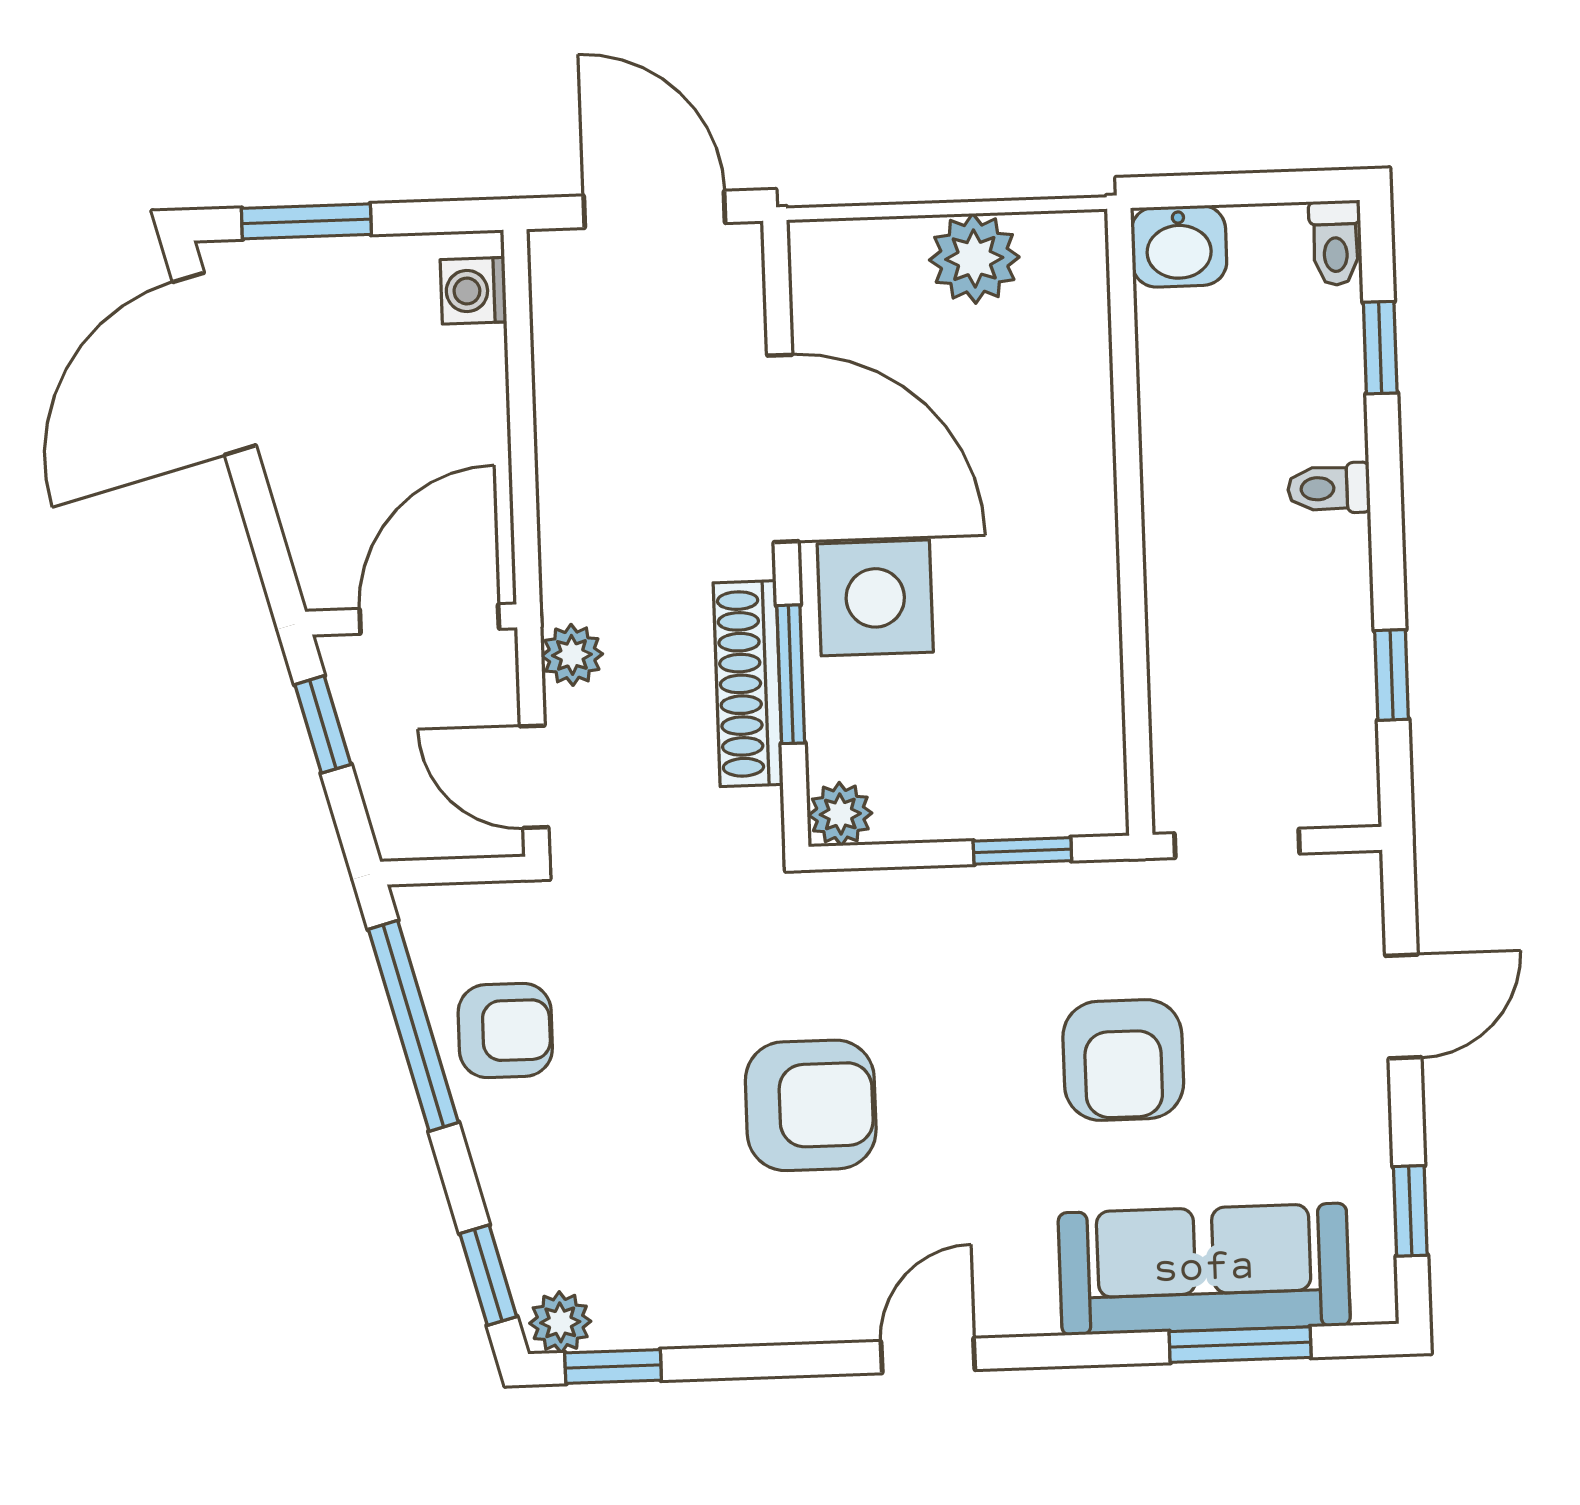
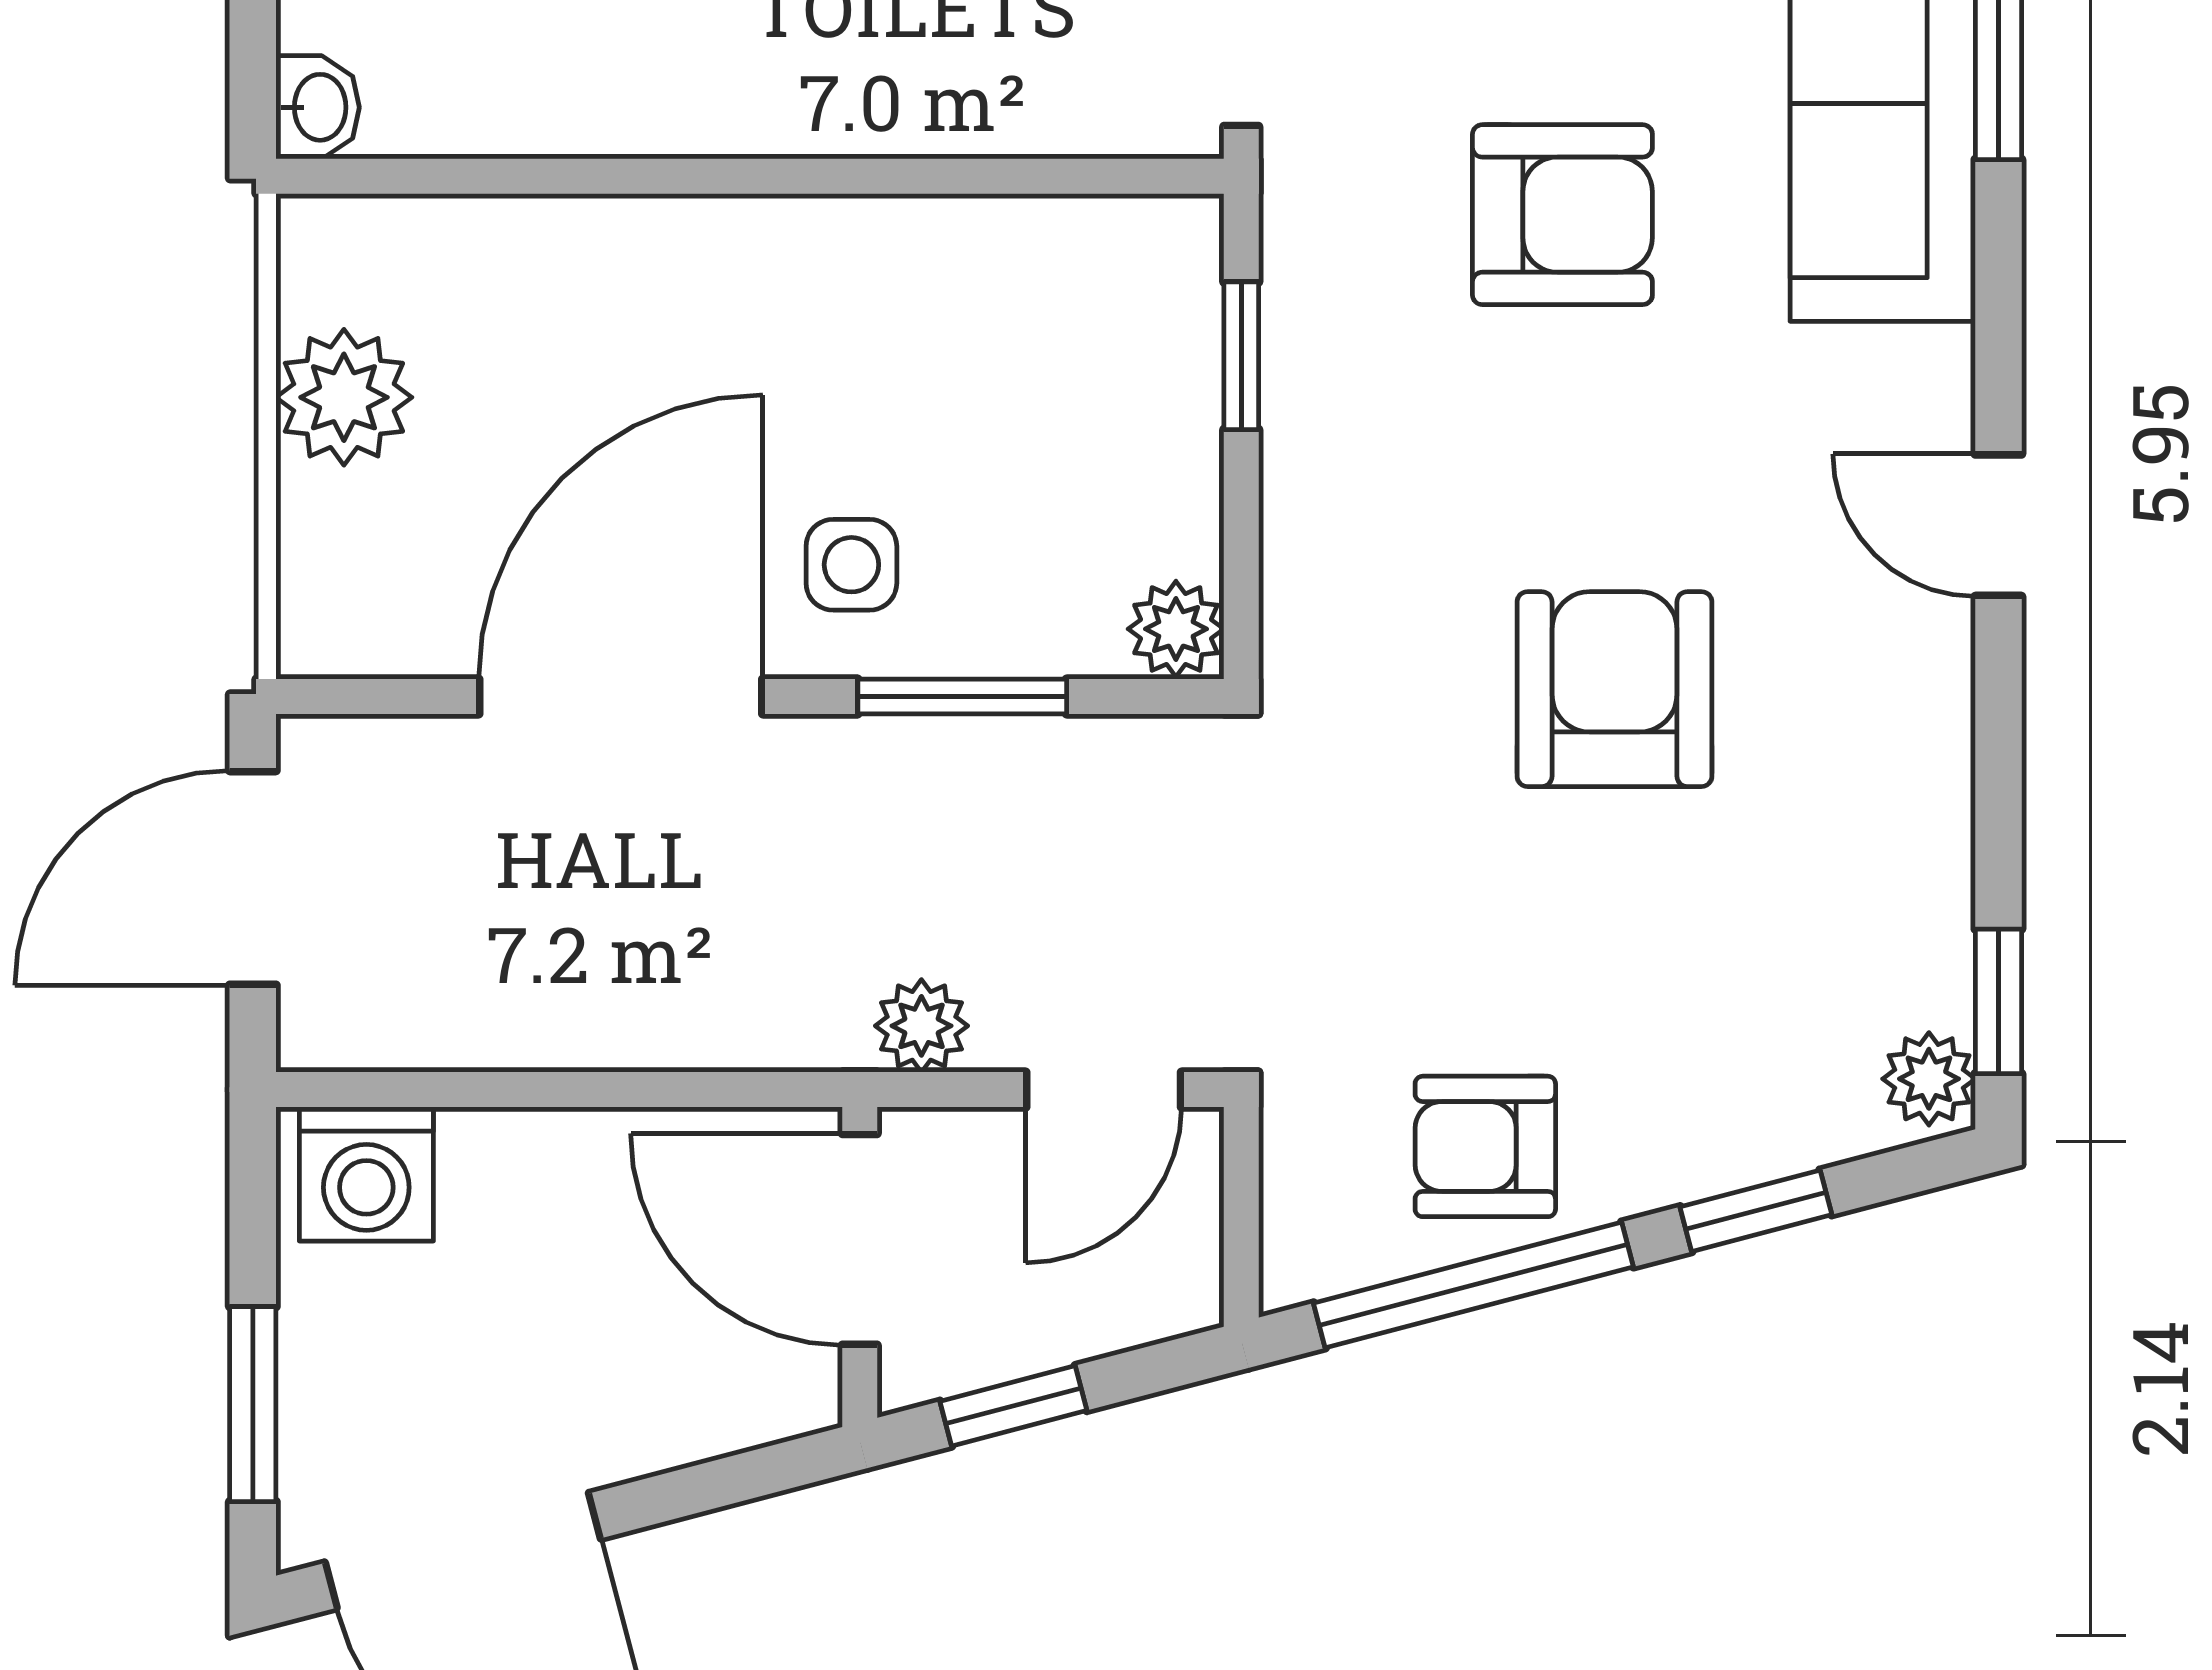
washbasin: (1179, 246) -> (318, 107), width x0.72, depth x0.69
washing machine: (473, 291) -> (366, 1174), width x1.38, depth x1.38
side table: (875, 598) -> (851, 565), width x0.54, depth x0.54
shoe rack: (748, 684) -> (974, 761), removed
armchair: (505, 1030) -> (1485, 1146), turned -90
window: (488, 1275) -> (1756, 1211), moved

